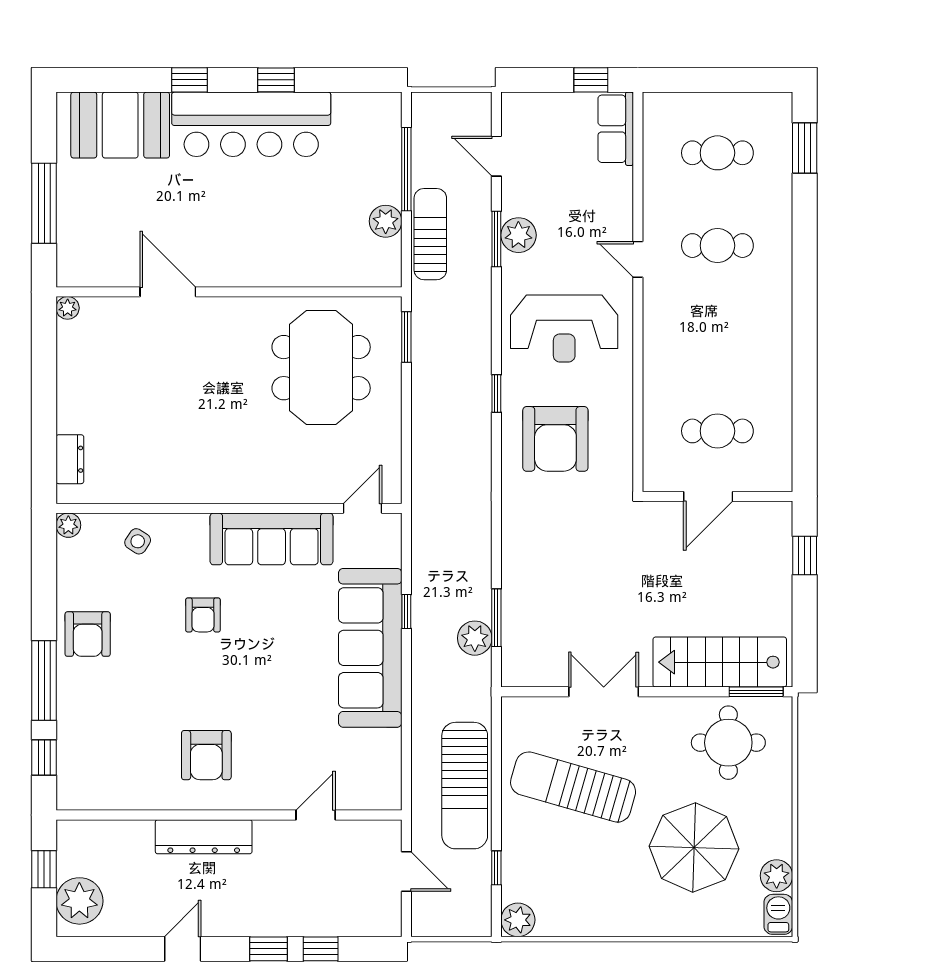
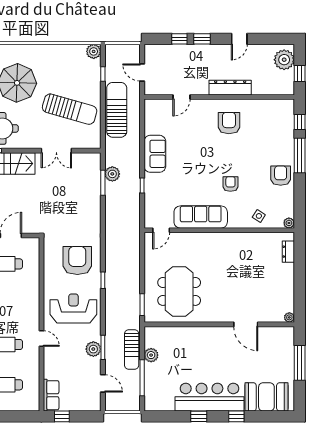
sofa: (370, 648) -> (155, 154), width x0.54, depth x0.79

